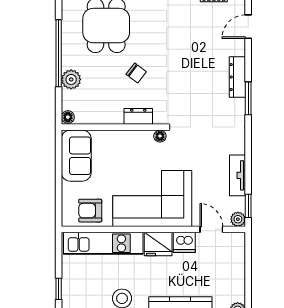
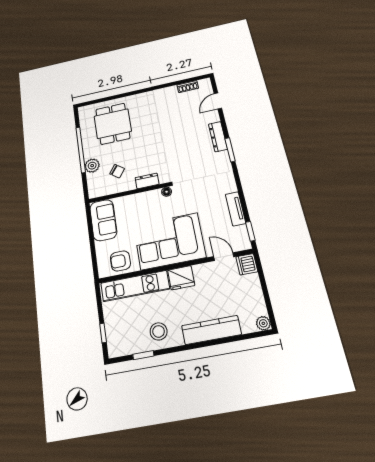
chair: (136, 73) -> (117, 171), moved
floor lamp: (68, 117) -> (93, 193), removed
plant: (238, 219) -> (244, 244), removed
dishwasher: (184, 242) -> (247, 264), moved, turned 90

